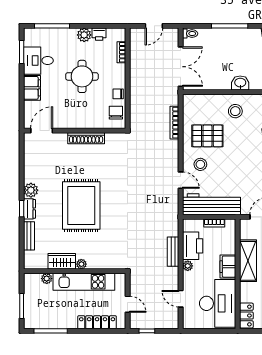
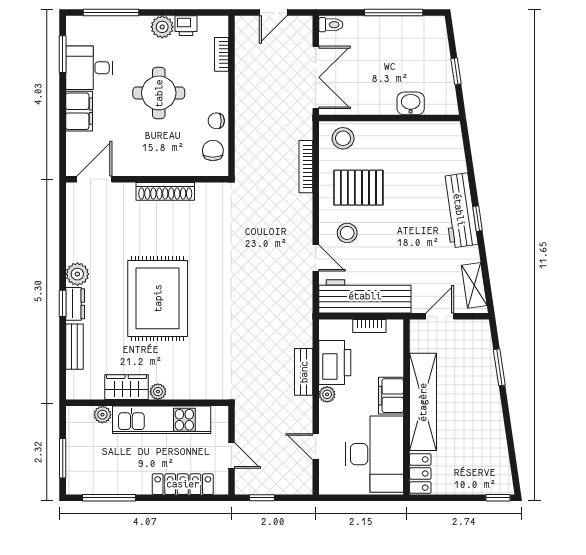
stool: (235, 111) -> (343, 138), moved
shelving: (248, 261) -> (423, 402), width x1.47

